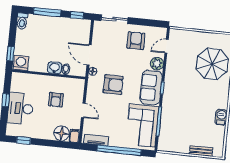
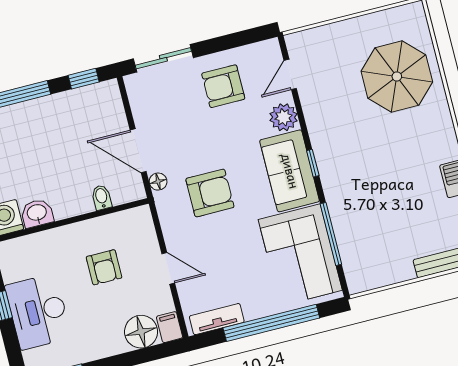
armchair: (136, 41) -> (223, 86), turned -90
washbasin: (55, 68) -> (37, 213), moved

